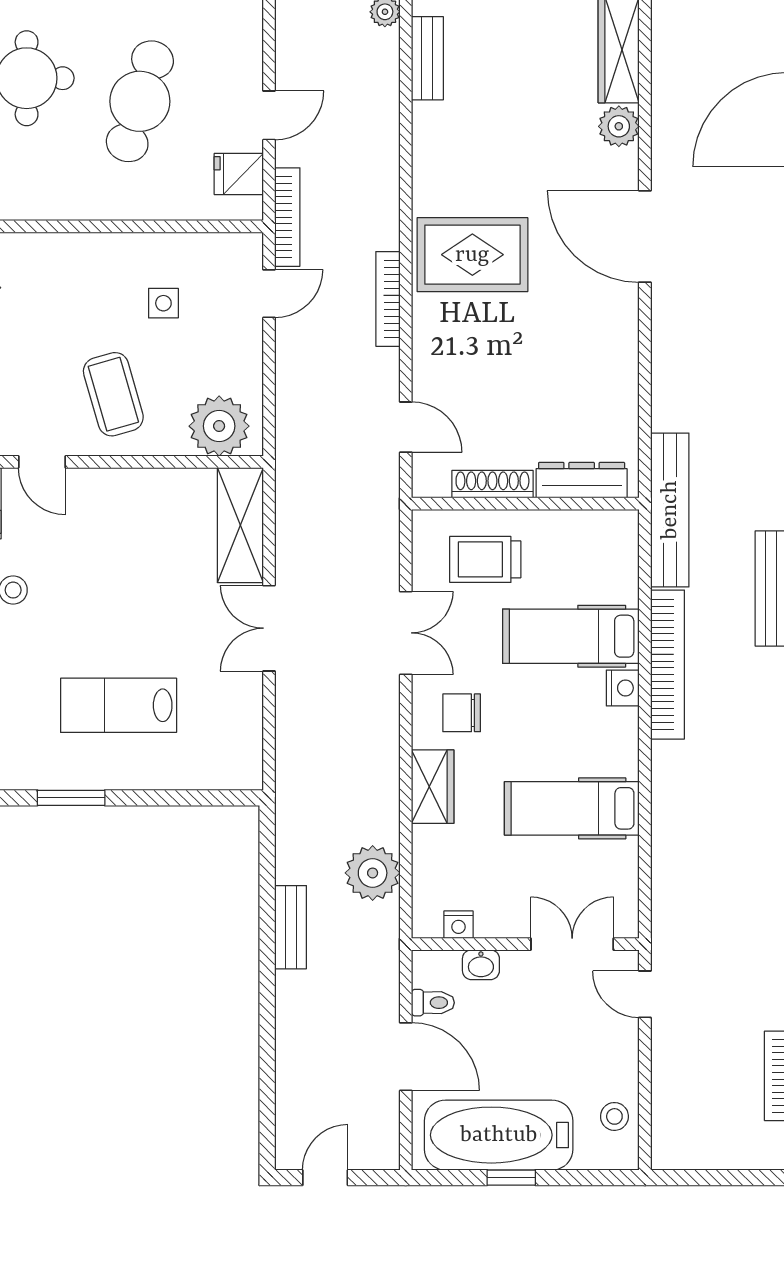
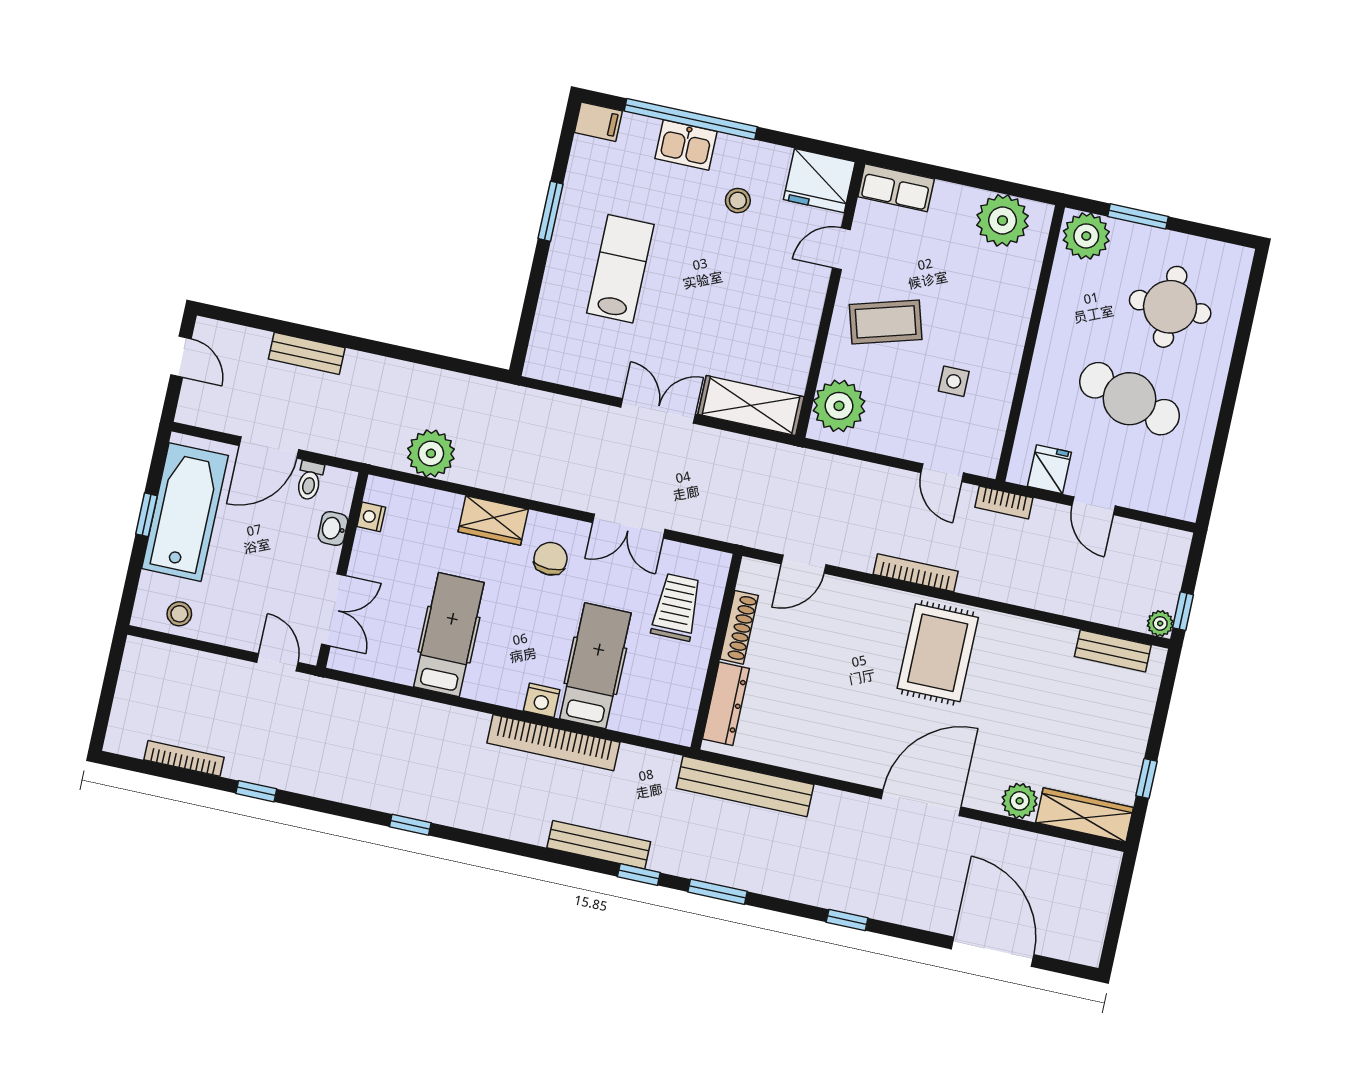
bookcase: (287, 217) -> (1004, 503), width x0.64
bench: (670, 510) -> (745, 786), moved
bench: (291, 927) -> (307, 353), moved
door: (645, 994) -> (277, 662), hinge flipped

